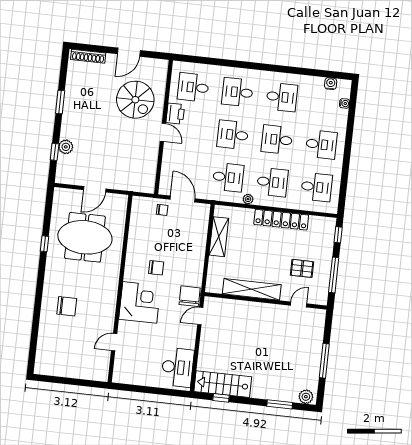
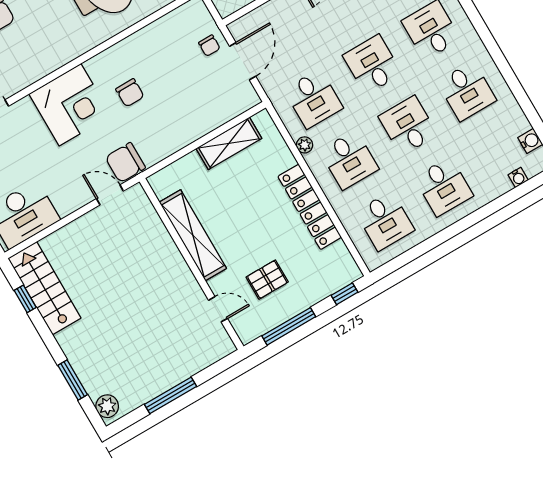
pallet: (302, 268) -> (267, 280), turned 90
chair: (190, 296) -> (125, 163), turned 180

